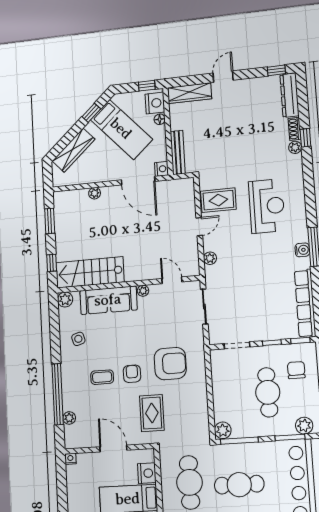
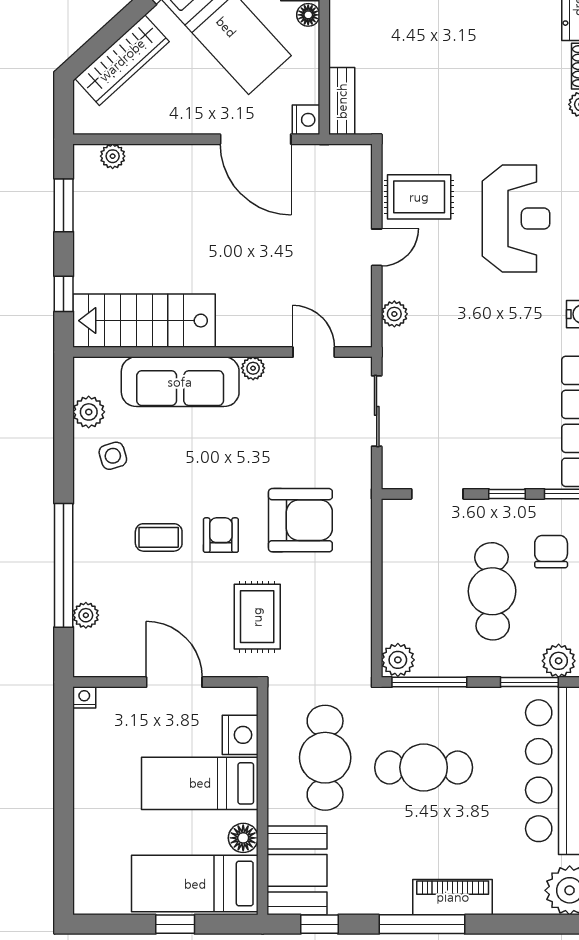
bench: (178, 152) -> (342, 101), width x0.73
plant: (95, 193) -> (113, 156), moved
plant: (65, 300) -> (89, 412), moved

